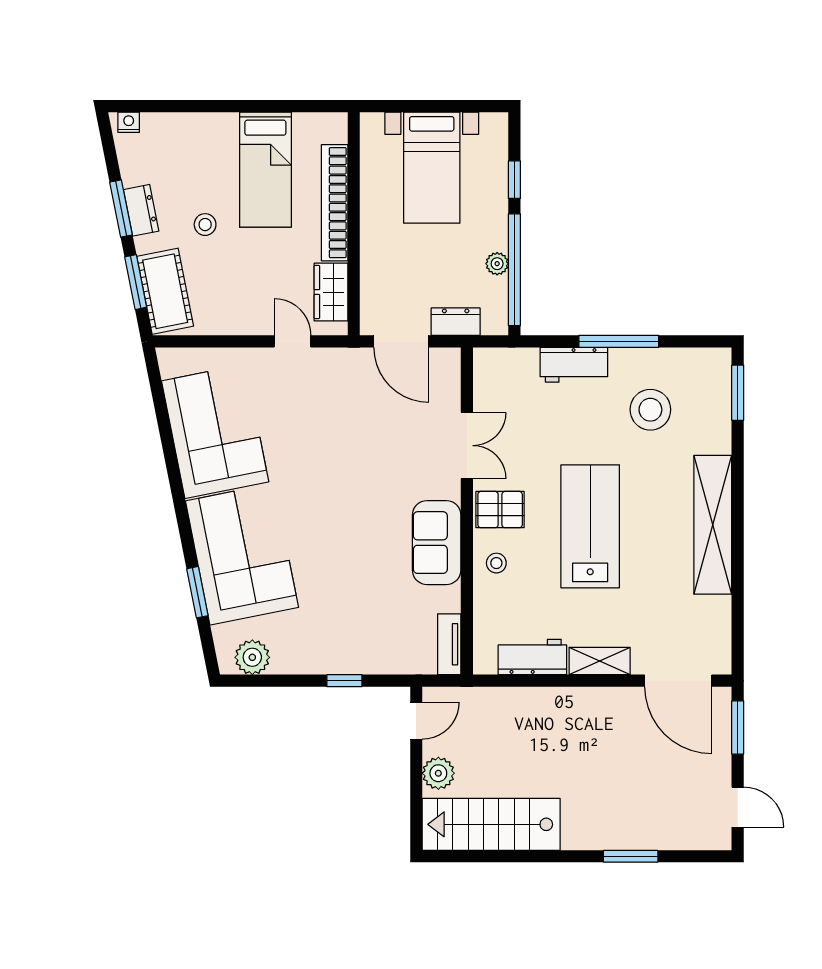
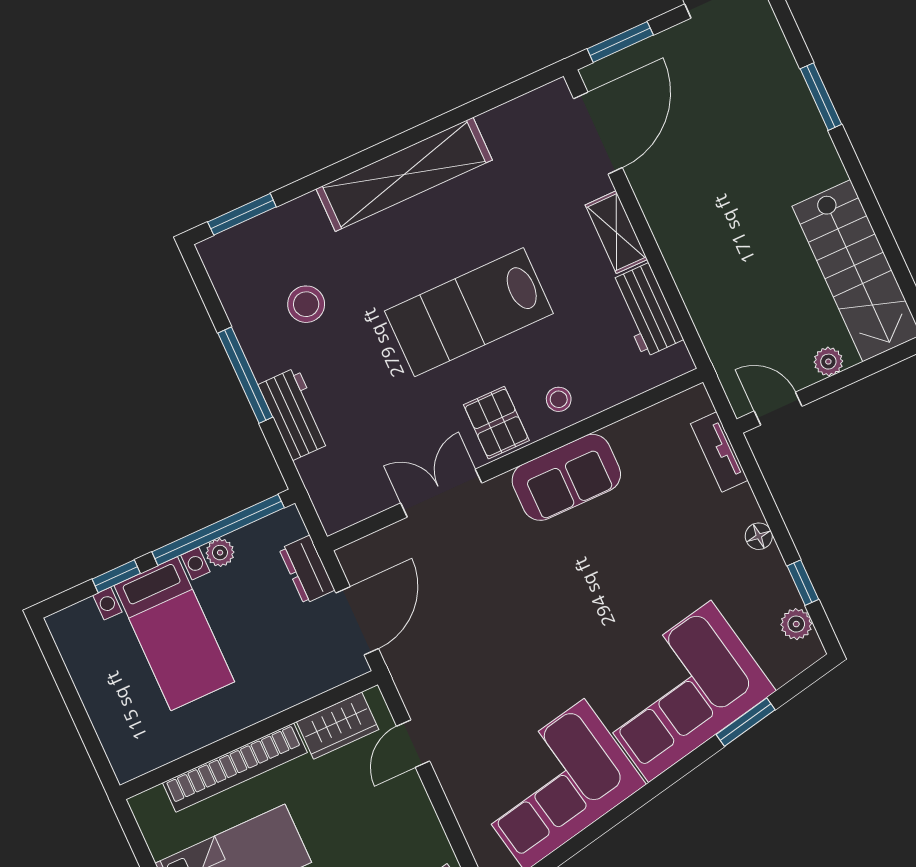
bed with nightstands: (432, 168) -> (174, 634), moved, turned 90
stool: (650, 410) -> (306, 304), width x0.73, depth x0.73
tv unit: (449, 644) -> (719, 452), moved, turned 90
plant: (252, 657) -> (796, 624), width x0.73, depth x0.73
floor lamp: (329, 664) -> (759, 536), added
window: (344, 681) -> (803, 583), moved
plant: (438, 773) -> (828, 362), width x0.73, depth x0.73

